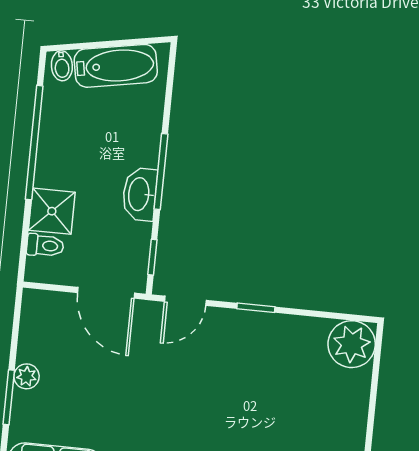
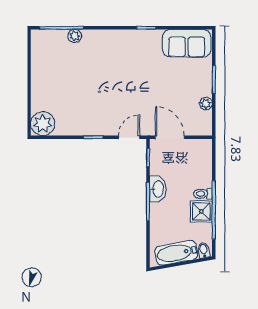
shower: (52, 211) -> (201, 211), moved
toilet: (45, 246) -> (203, 194), moved
plant: (26, 376) -> (206, 104), moved

